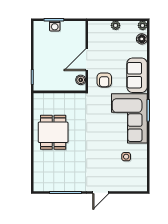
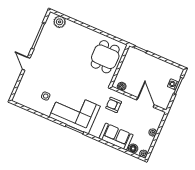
door: (87, 60) -> (146, 102), moved
sofa: (137, 75) -> (116, 137), moved
dining table: (53, 132) -> (105, 57), moved, turned 90
plant: (40, 176) -> (60, 22), added

